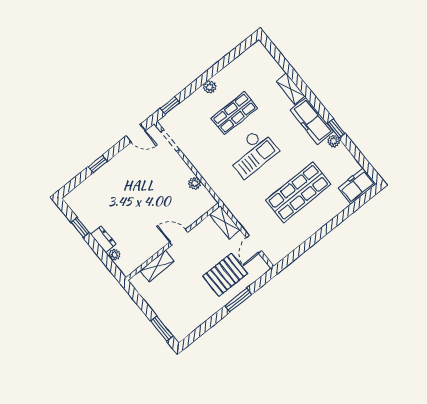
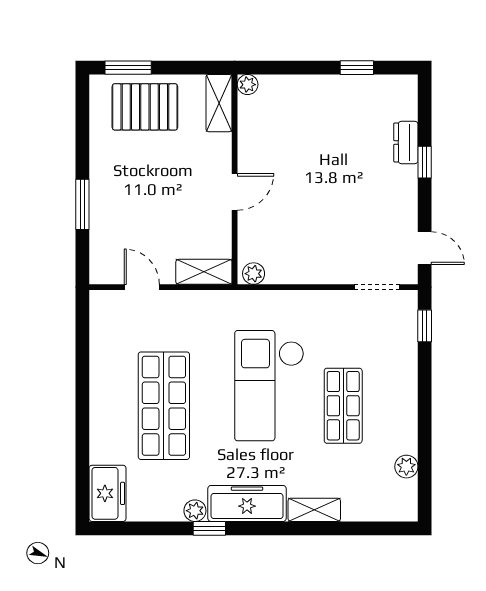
plant: (210, 87) -> (406, 467), moved
door: (136, 133) -> (425, 248), swing flipped
checkout: (252, 153) -> (269, 386), width x1.36, depth x1.21
plant: (195, 183) -> (254, 274), moved
dresser: (103, 239) -> (406, 143), moved, turned 90
plant: (115, 255) -> (248, 85), moved
shelving: (157, 266) -> (219, 103), moved
pallet: (225, 275) -> (145, 107), moved, turned 90

